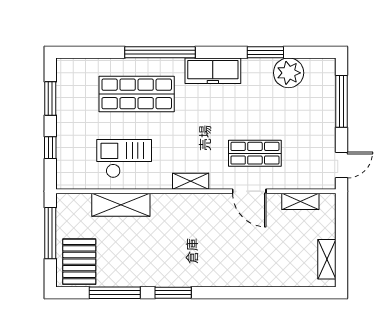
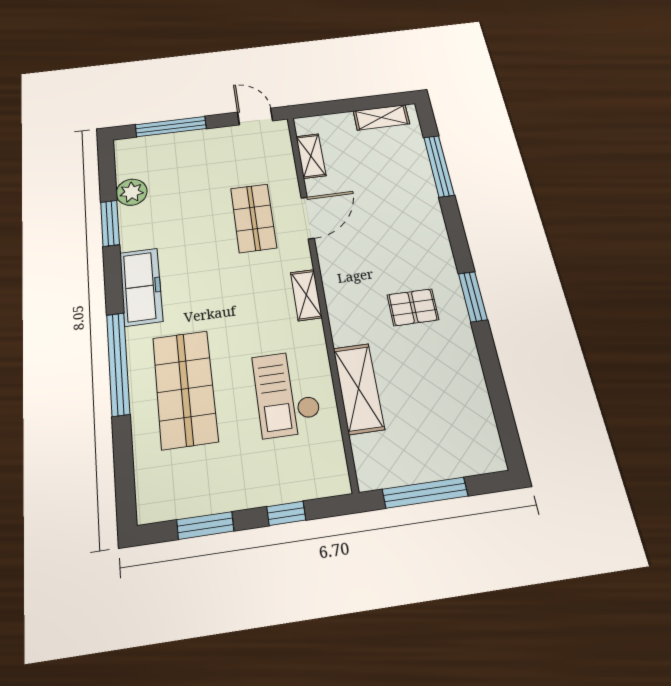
plant: (289, 73) -> (132, 192), width x0.73, depth x0.73
pallet: (79, 262) -> (413, 307), moved, width x0.67, depth x0.71
window: (115, 293) -> (439, 166), moved

